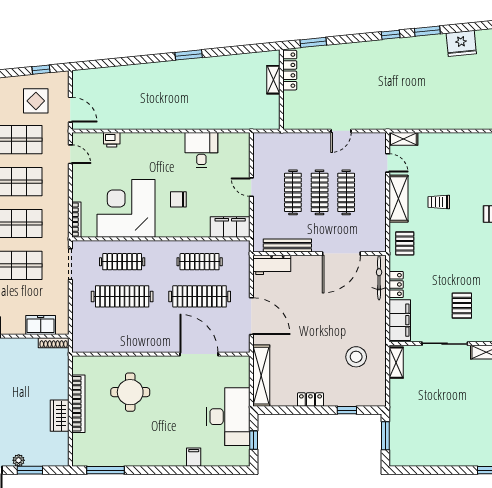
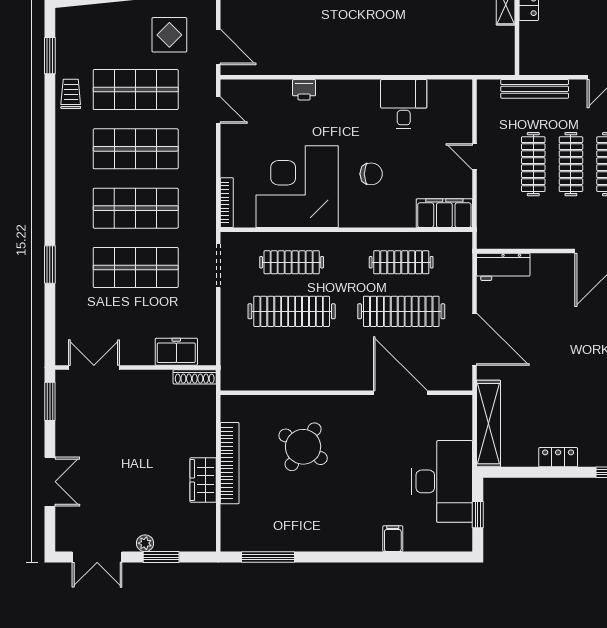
printer: (112, 140) -> (304, 90), moved
chair: (178, 199) -> (371, 174), turned 180
bench: (287, 246) -> (535, 89), moved
round table: (130, 392) -> (303, 447), turned 33

